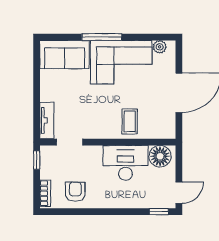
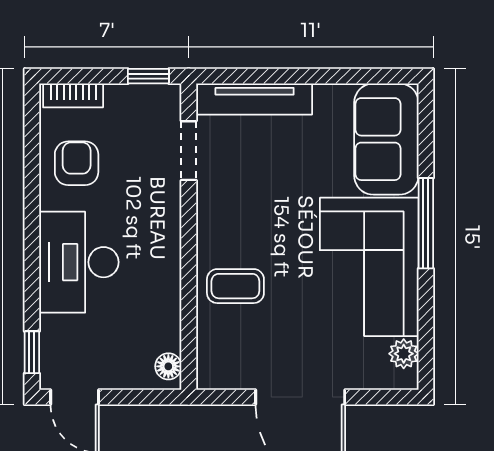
tv unit: (47, 120) -> (255, 99), width x1.41
floor lamp: (160, 156) -> (168, 366), width x0.53, depth x0.53
desk: (125, 163) -> (79, 262), moved, turned 180
armchair: (75, 192) -> (77, 163), turned -90

